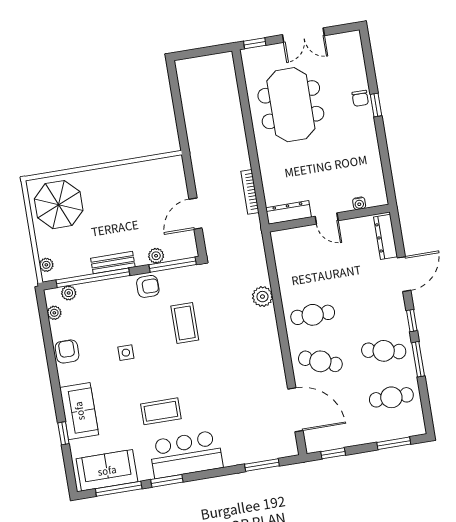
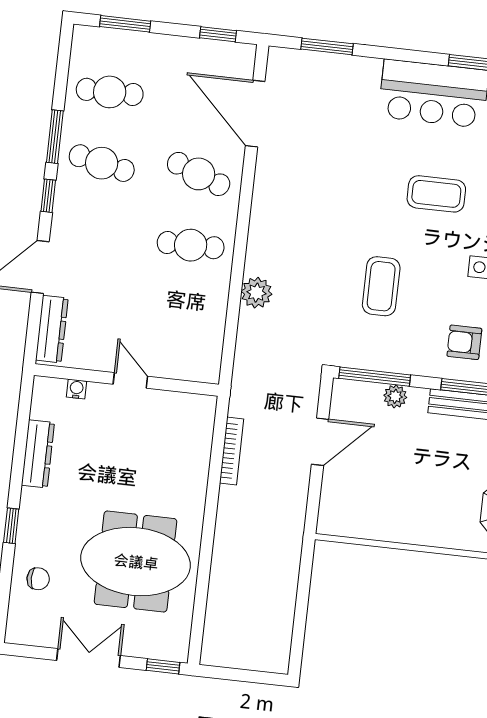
chair: (360, 98) -> (38, 579), moved, turned 90
meeting table: (291, 105) -> (136, 562), turned 90
dresser: (289, 212) -> (38, 454), moved, turned -90
armchair: (148, 286) -> (464, 342), moved
coffee table: (161, 411) -> (436, 194), moved

